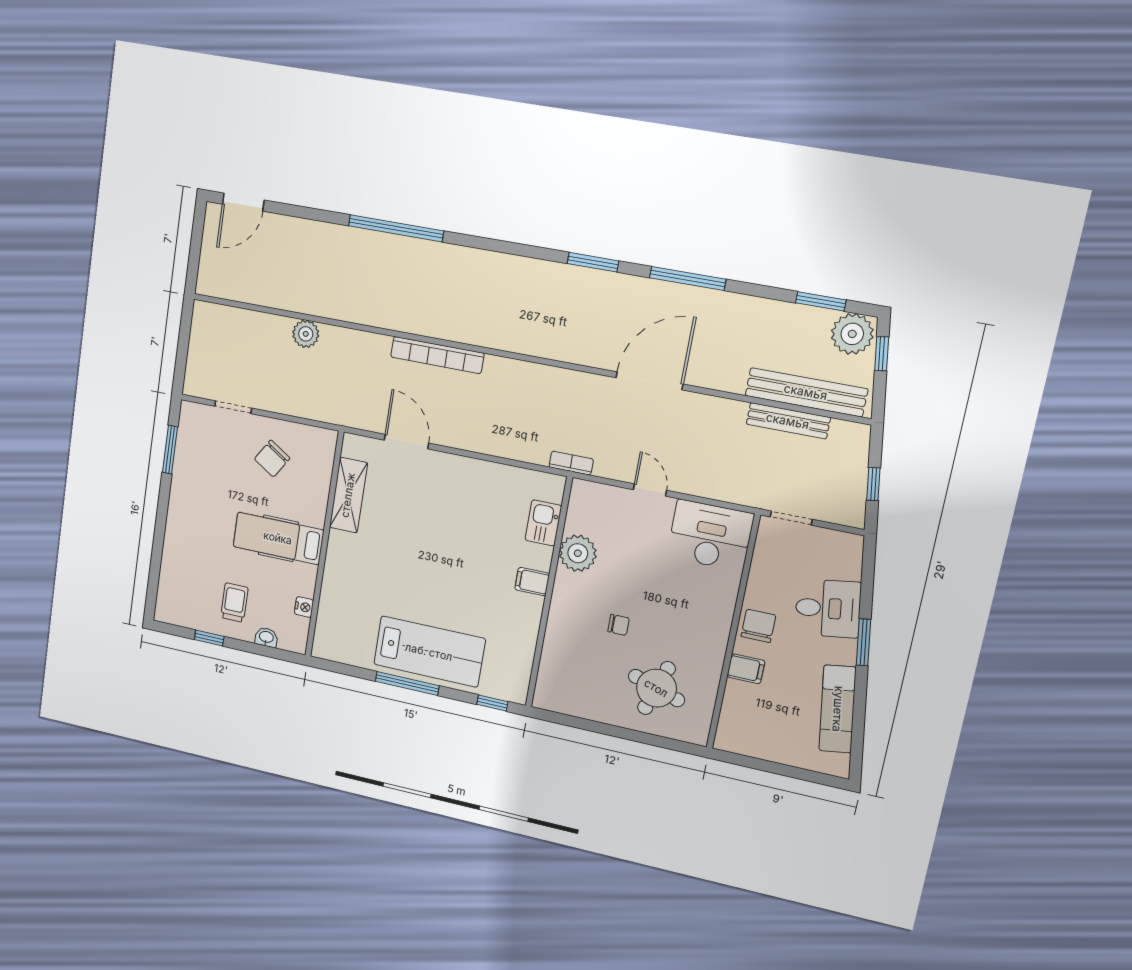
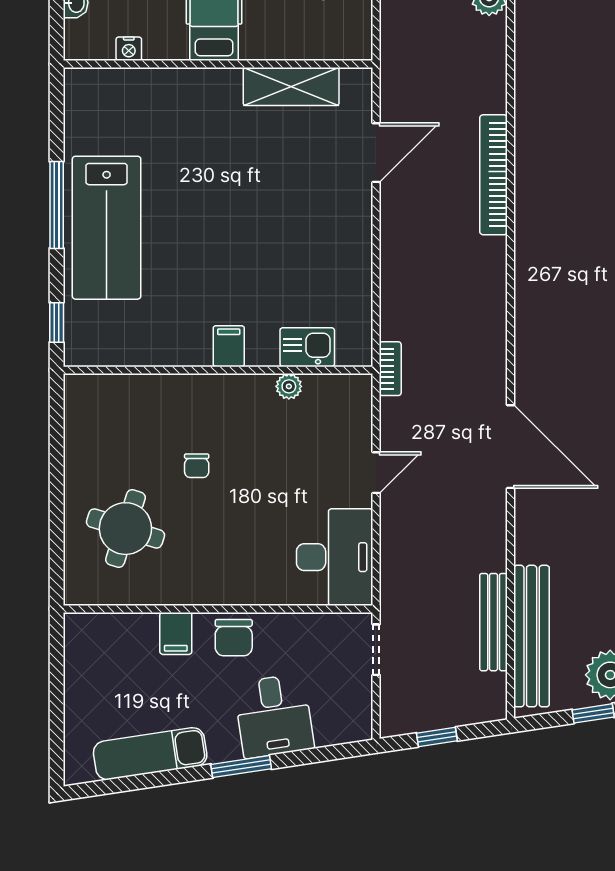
plant: (578, 553) -> (289, 386), width x0.53, depth x0.53
chair: (758, 626) -> (234, 638), turned 90

